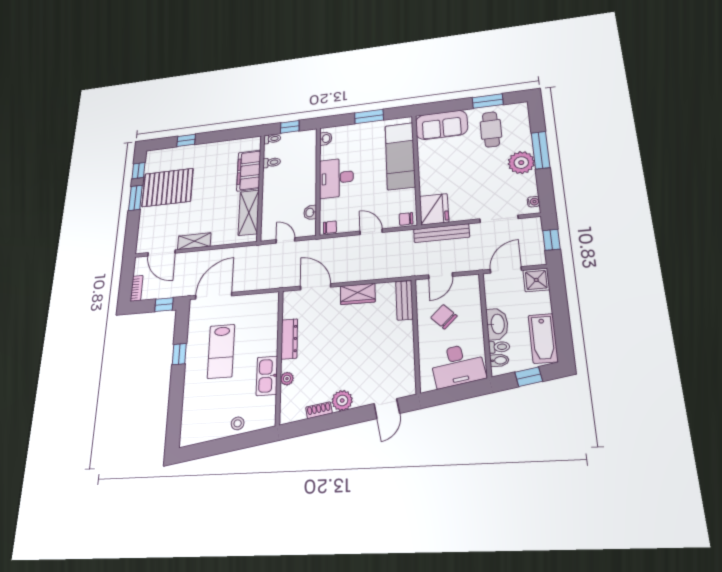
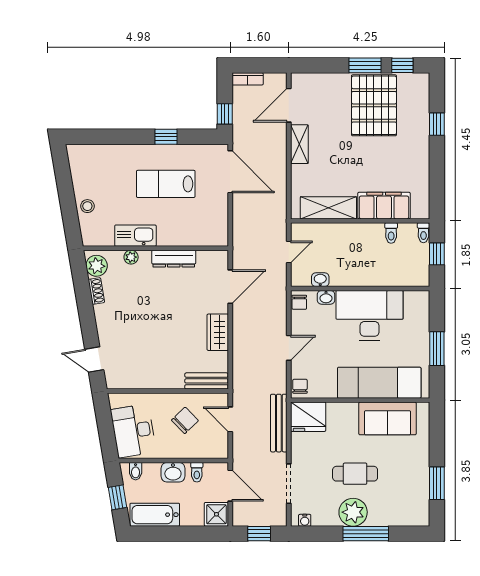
sofa: (441, 125) -> (387, 418), moved, turned -90
cafe table: (491, 129) -> (355, 474), moved
washbasin: (326, 139) -> (326, 297), moved
desk: (336, 178) -> (370, 315), width x1.36, depth x1.30
washbasin: (497, 324) -> (173, 472), width x0.72
toilet: (499, 347) -> (197, 472), moved
plant: (342, 400) -> (97, 266), moved

